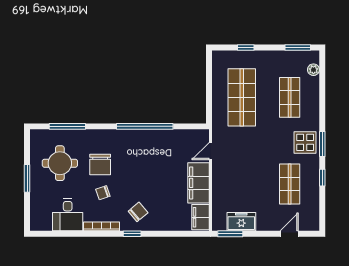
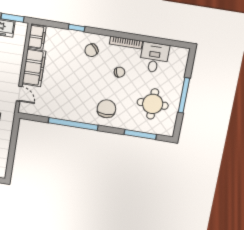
door: (210, 151) -> (19, 94), hinge flipped
chair: (100, 164) -> (106, 109), moved
window: (27, 178) -> (184, 95), width x1.44
window: (132, 234) -> (77, 28), moved

